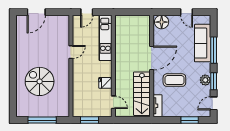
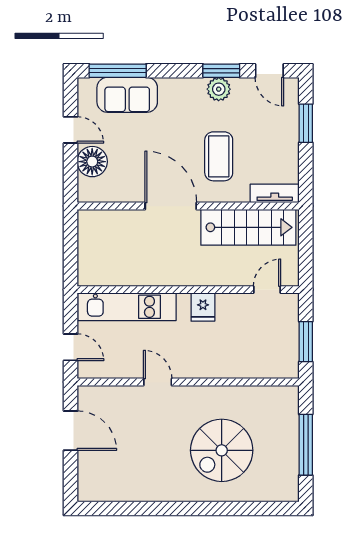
door: (36, 12) -> (70, 431), moved
door: (187, 12) -> (70, 130), hinge flipped
floor lamp: (162, 22) -> (92, 162), moved
sofa: (203, 43) -> (127, 95), width x0.73
window: (214, 50) -> (118, 71), moved
fridge: (105, 83) -> (203, 307), moved

